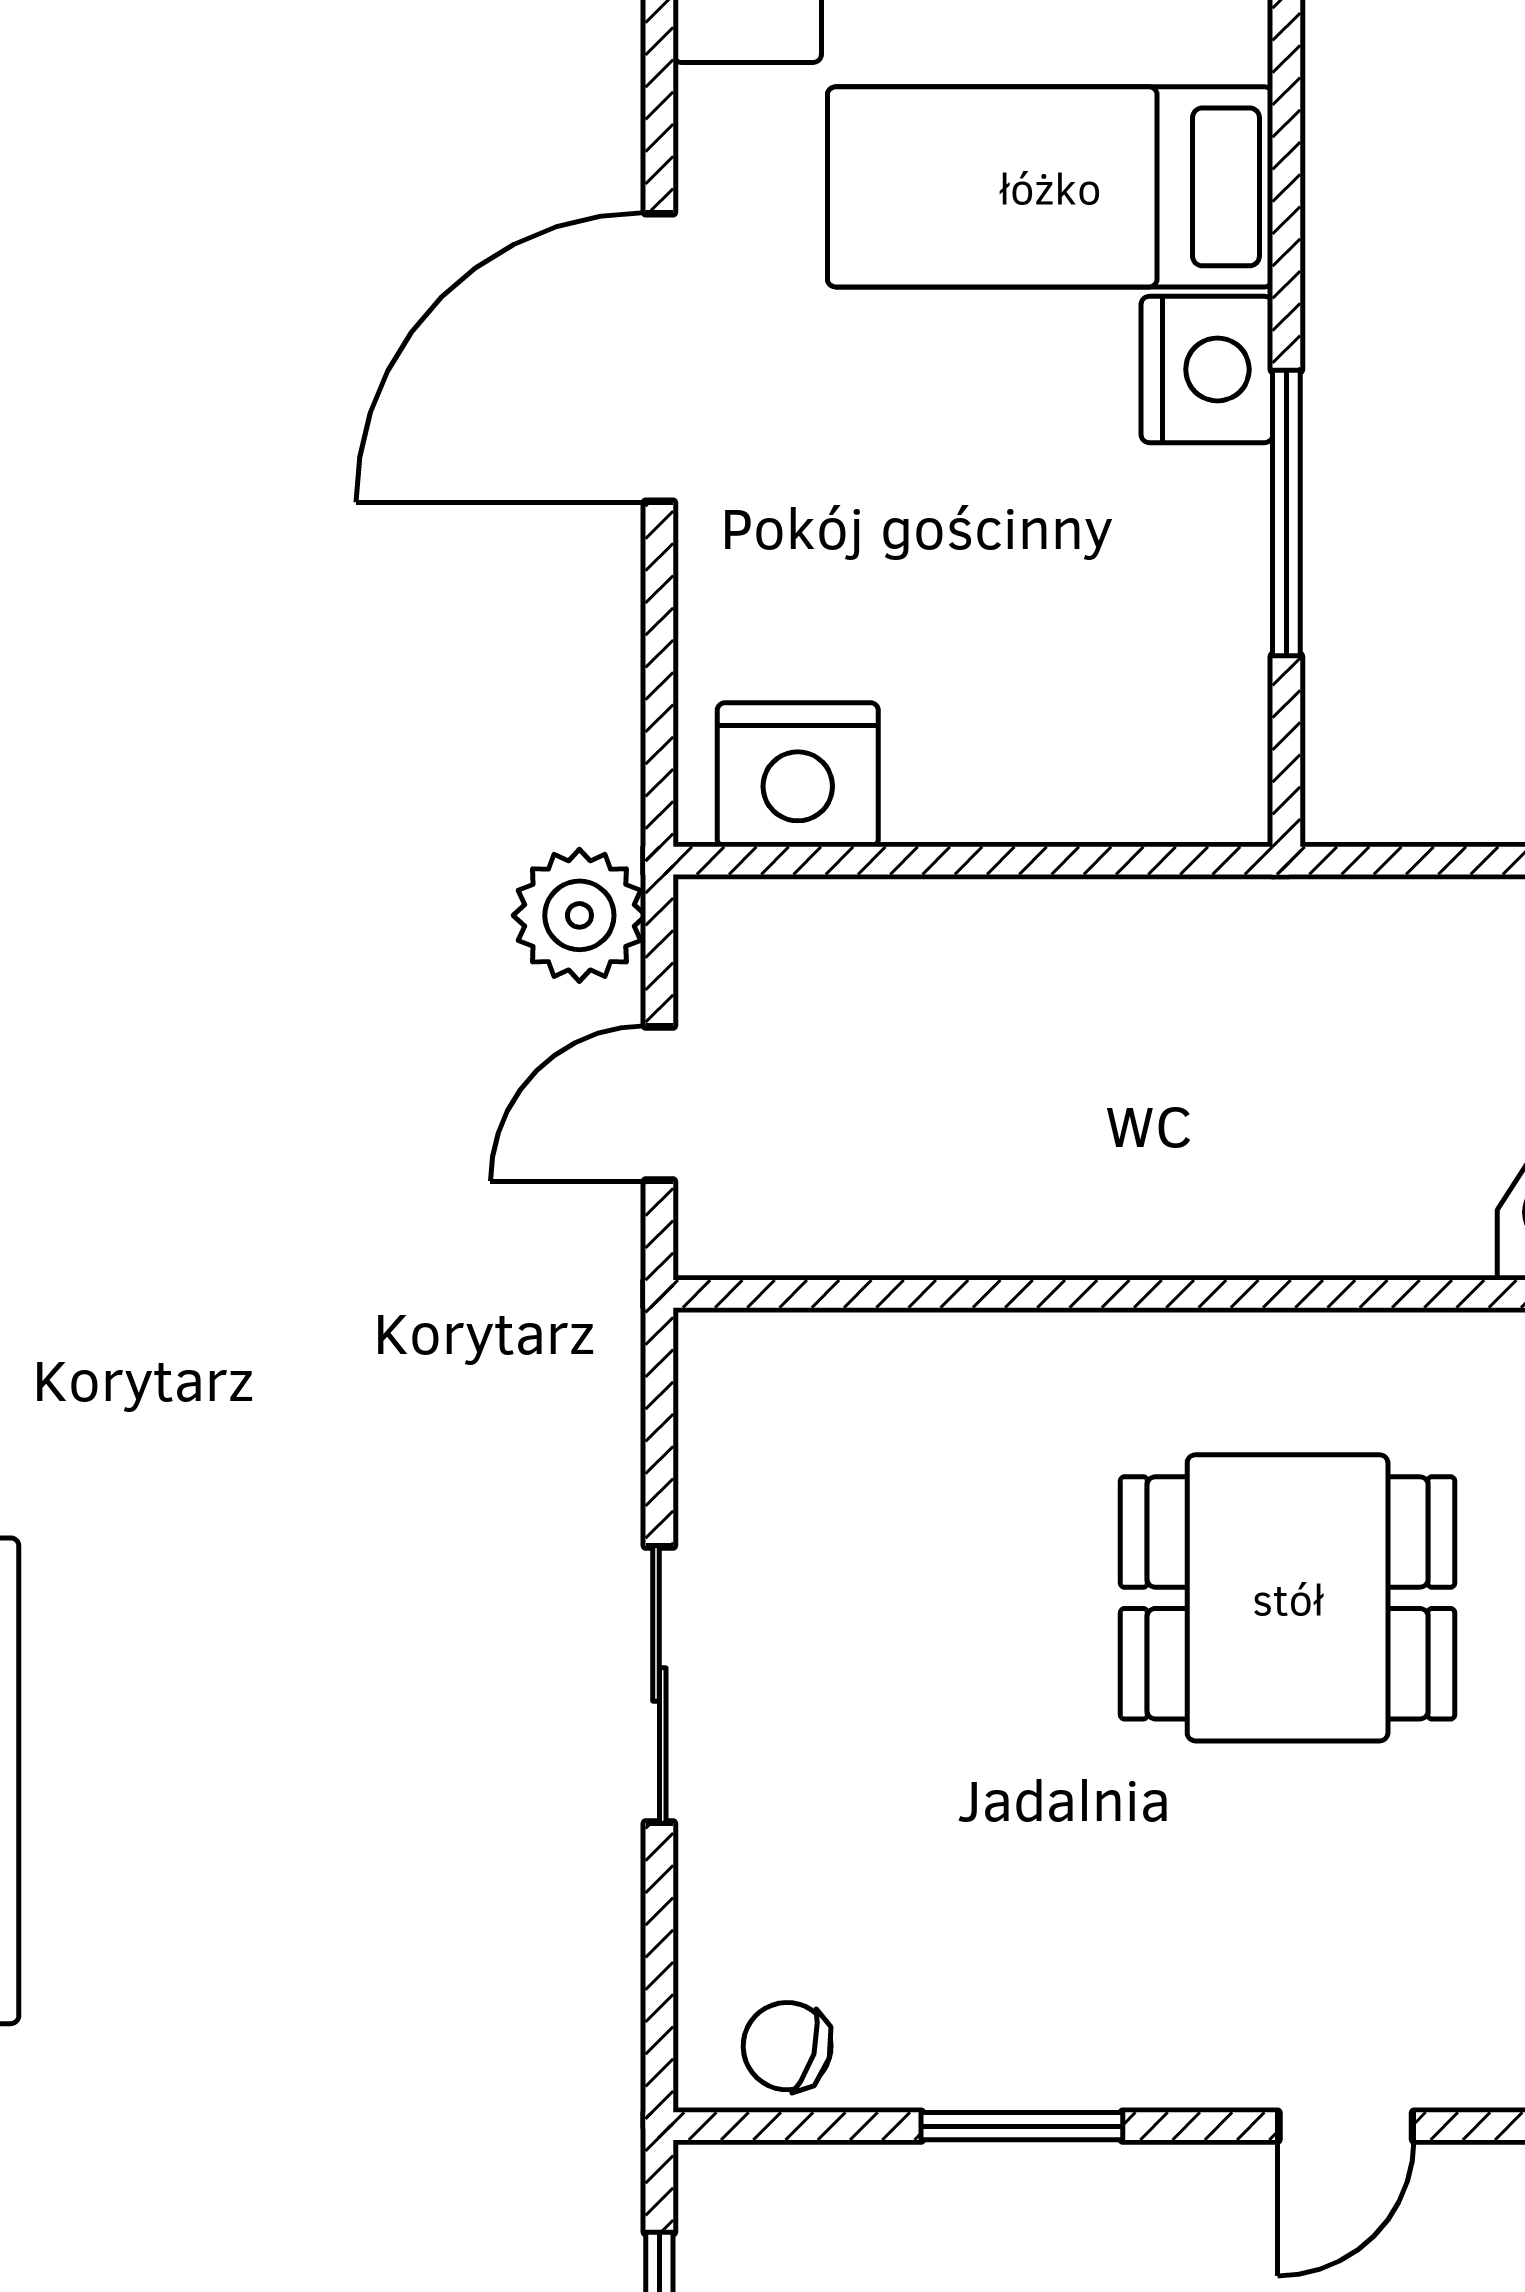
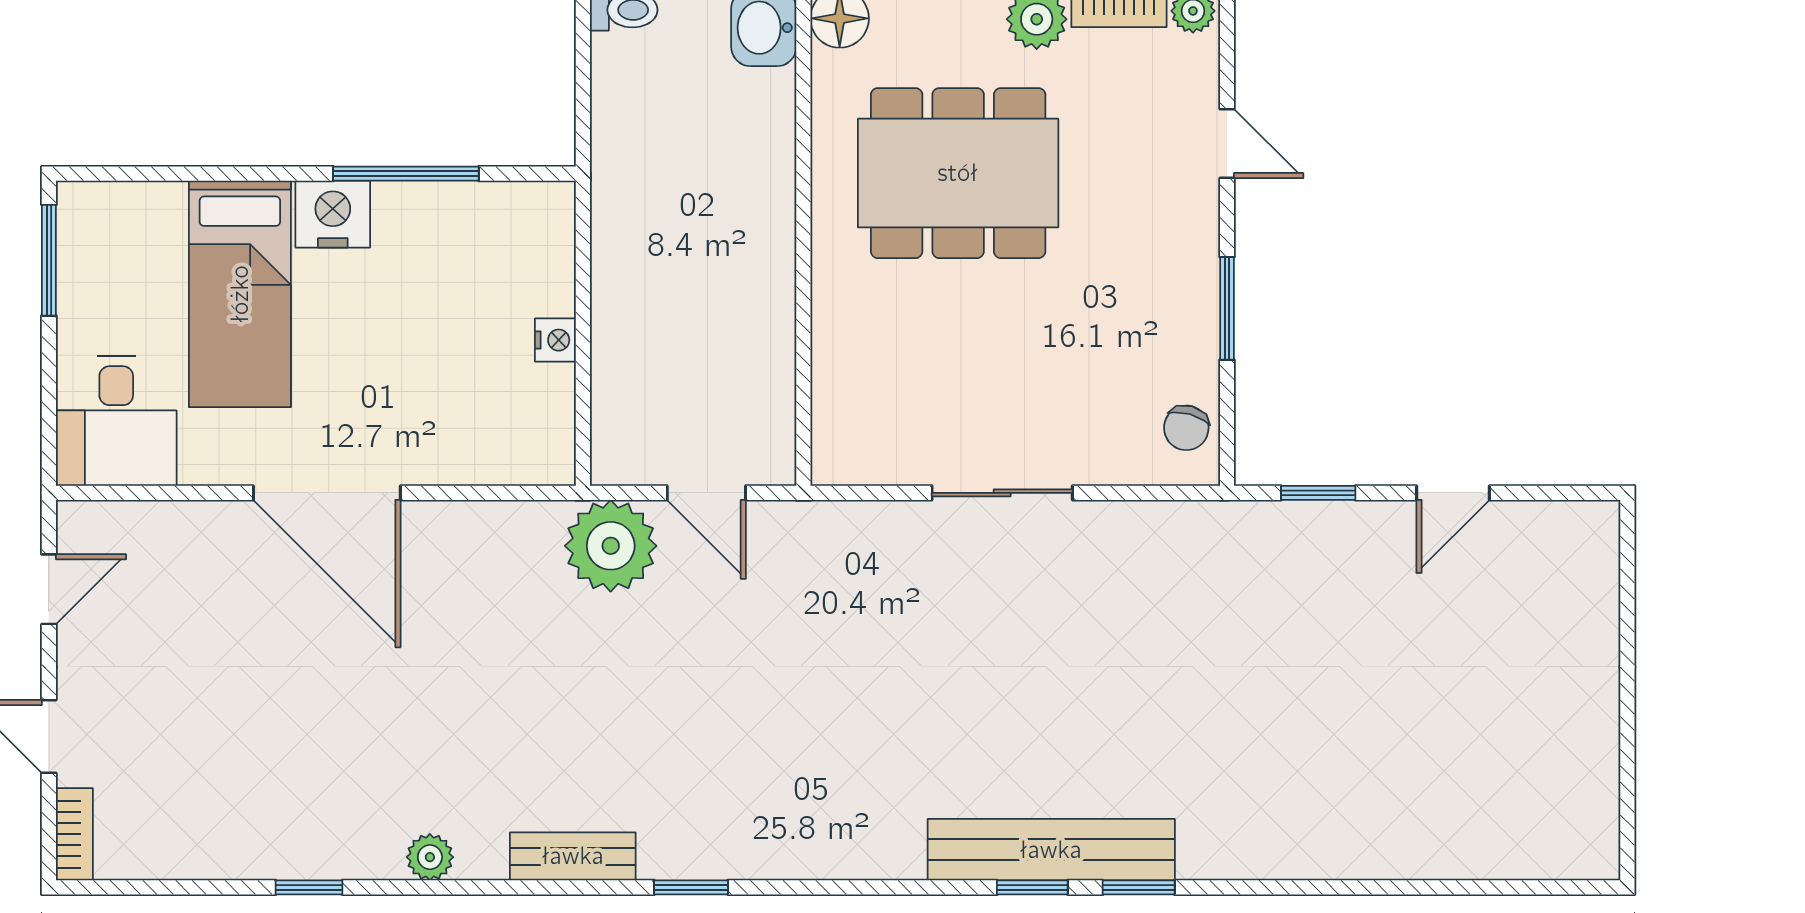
nightstand: (798, 775) -> (555, 340), moved, width x0.53, depth x0.56
plant: (579, 915) -> (611, 546), width x1.36, depth x1.36
dining table: (1288, 1598) -> (958, 173), width x1.38

